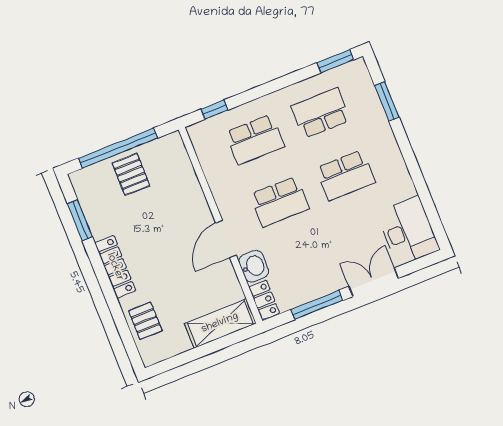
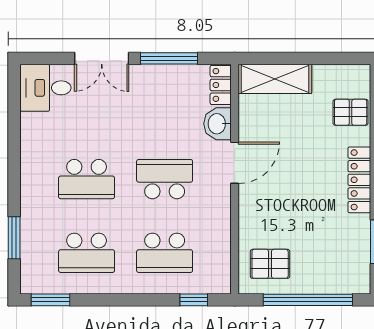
school desk: (255, 139) -> (165, 253), turned 180
pallet: (131, 174) -> (270, 264), moved, turned 90
school desk: (346, 175) -> (87, 179), turned 180
desk: (408, 231) -> (45, 88), width x0.73
pallet: (145, 321) -> (351, 112), turned 90

